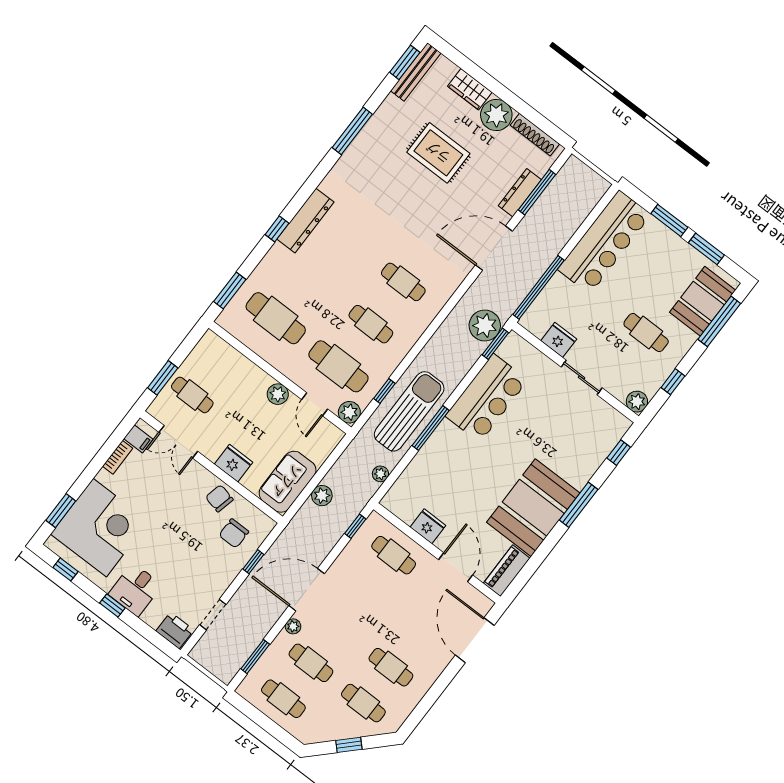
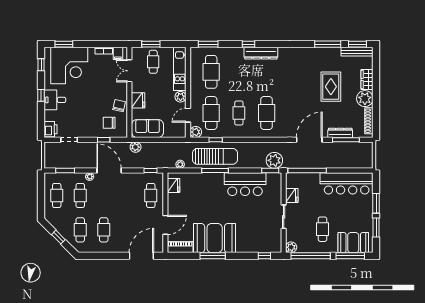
window: (352, 131) -> (328, 44), moved
door: (494, 248) -> (309, 140), hinge flipped
cafe table: (403, 282) -> (267, 113), width x1.37, depth x1.35
kitchen unit: (234, 363) -> (180, 69), added
window: (673, 382) -> (311, 256), width x3.17
plant: (322, 496) -> (136, 147), moved
window: (579, 505) -> (213, 256), moved
fridge: (428, 526) -> (174, 186), moved

